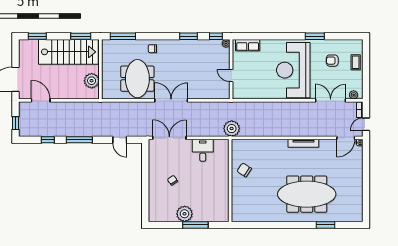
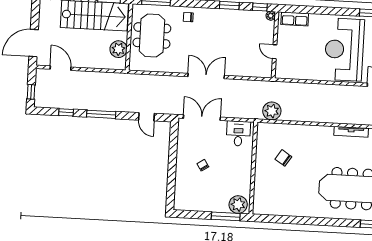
meeting table: (137, 79) -> (152, 35), moved
wall: (230, 180) -> (253, 168), moved
plant: (185, 214) -> (238, 205), moved

